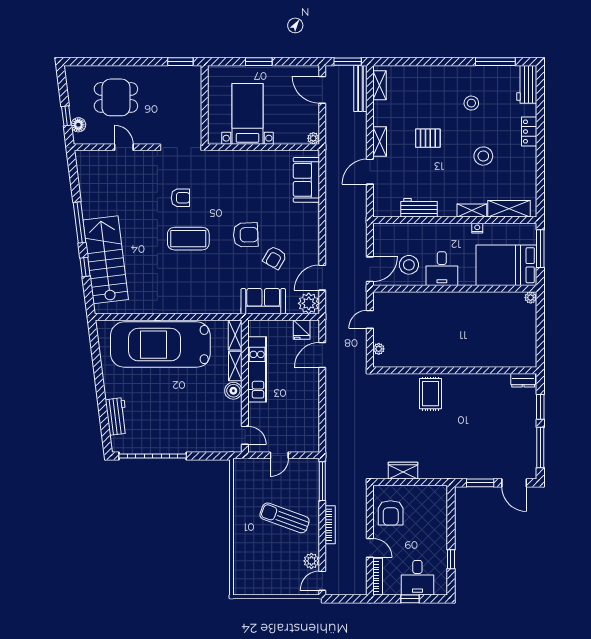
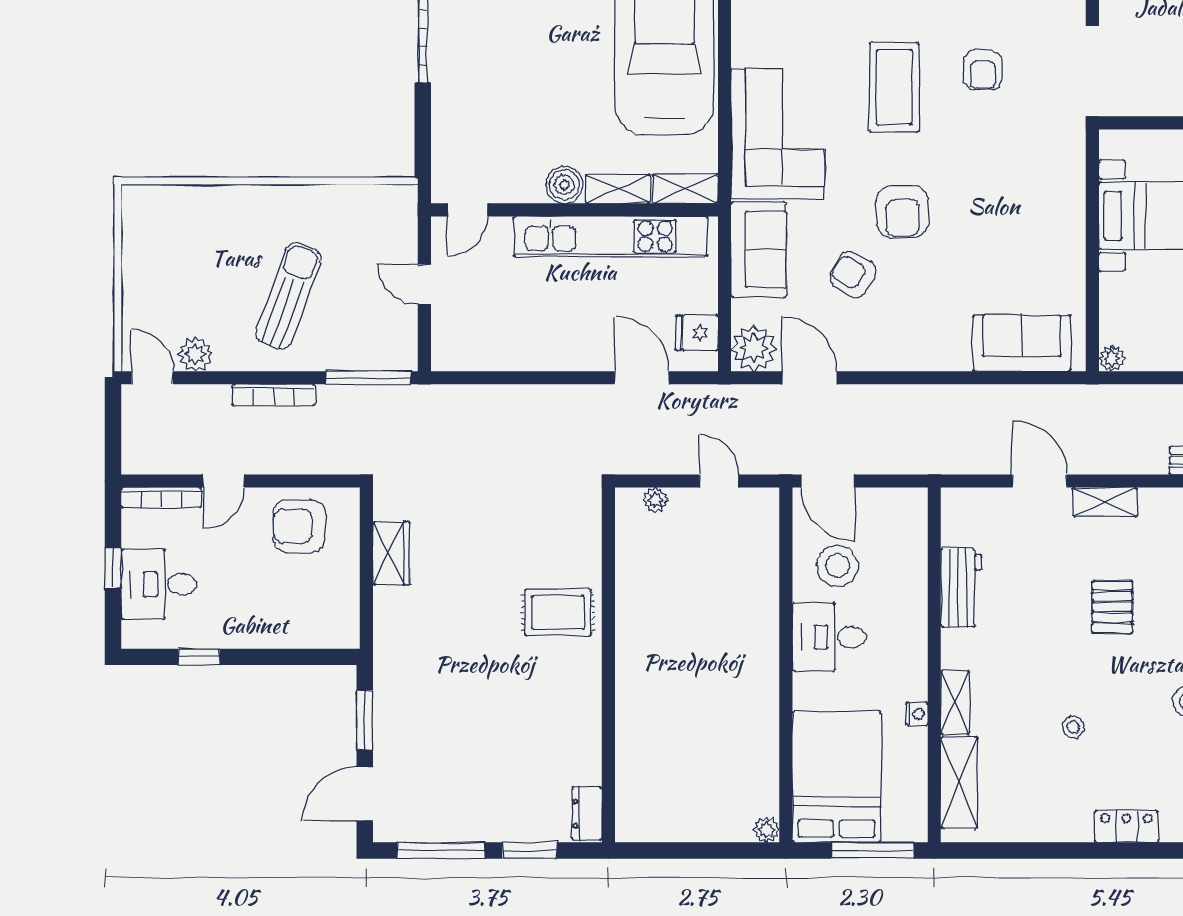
stool: (483, 156) -> (1073, 727), width x0.53, depth x0.53
corner sofa: (210, 292) -> (778, 134), added
kitchen unit: (257, 369) -> (611, 236), width x1.36

